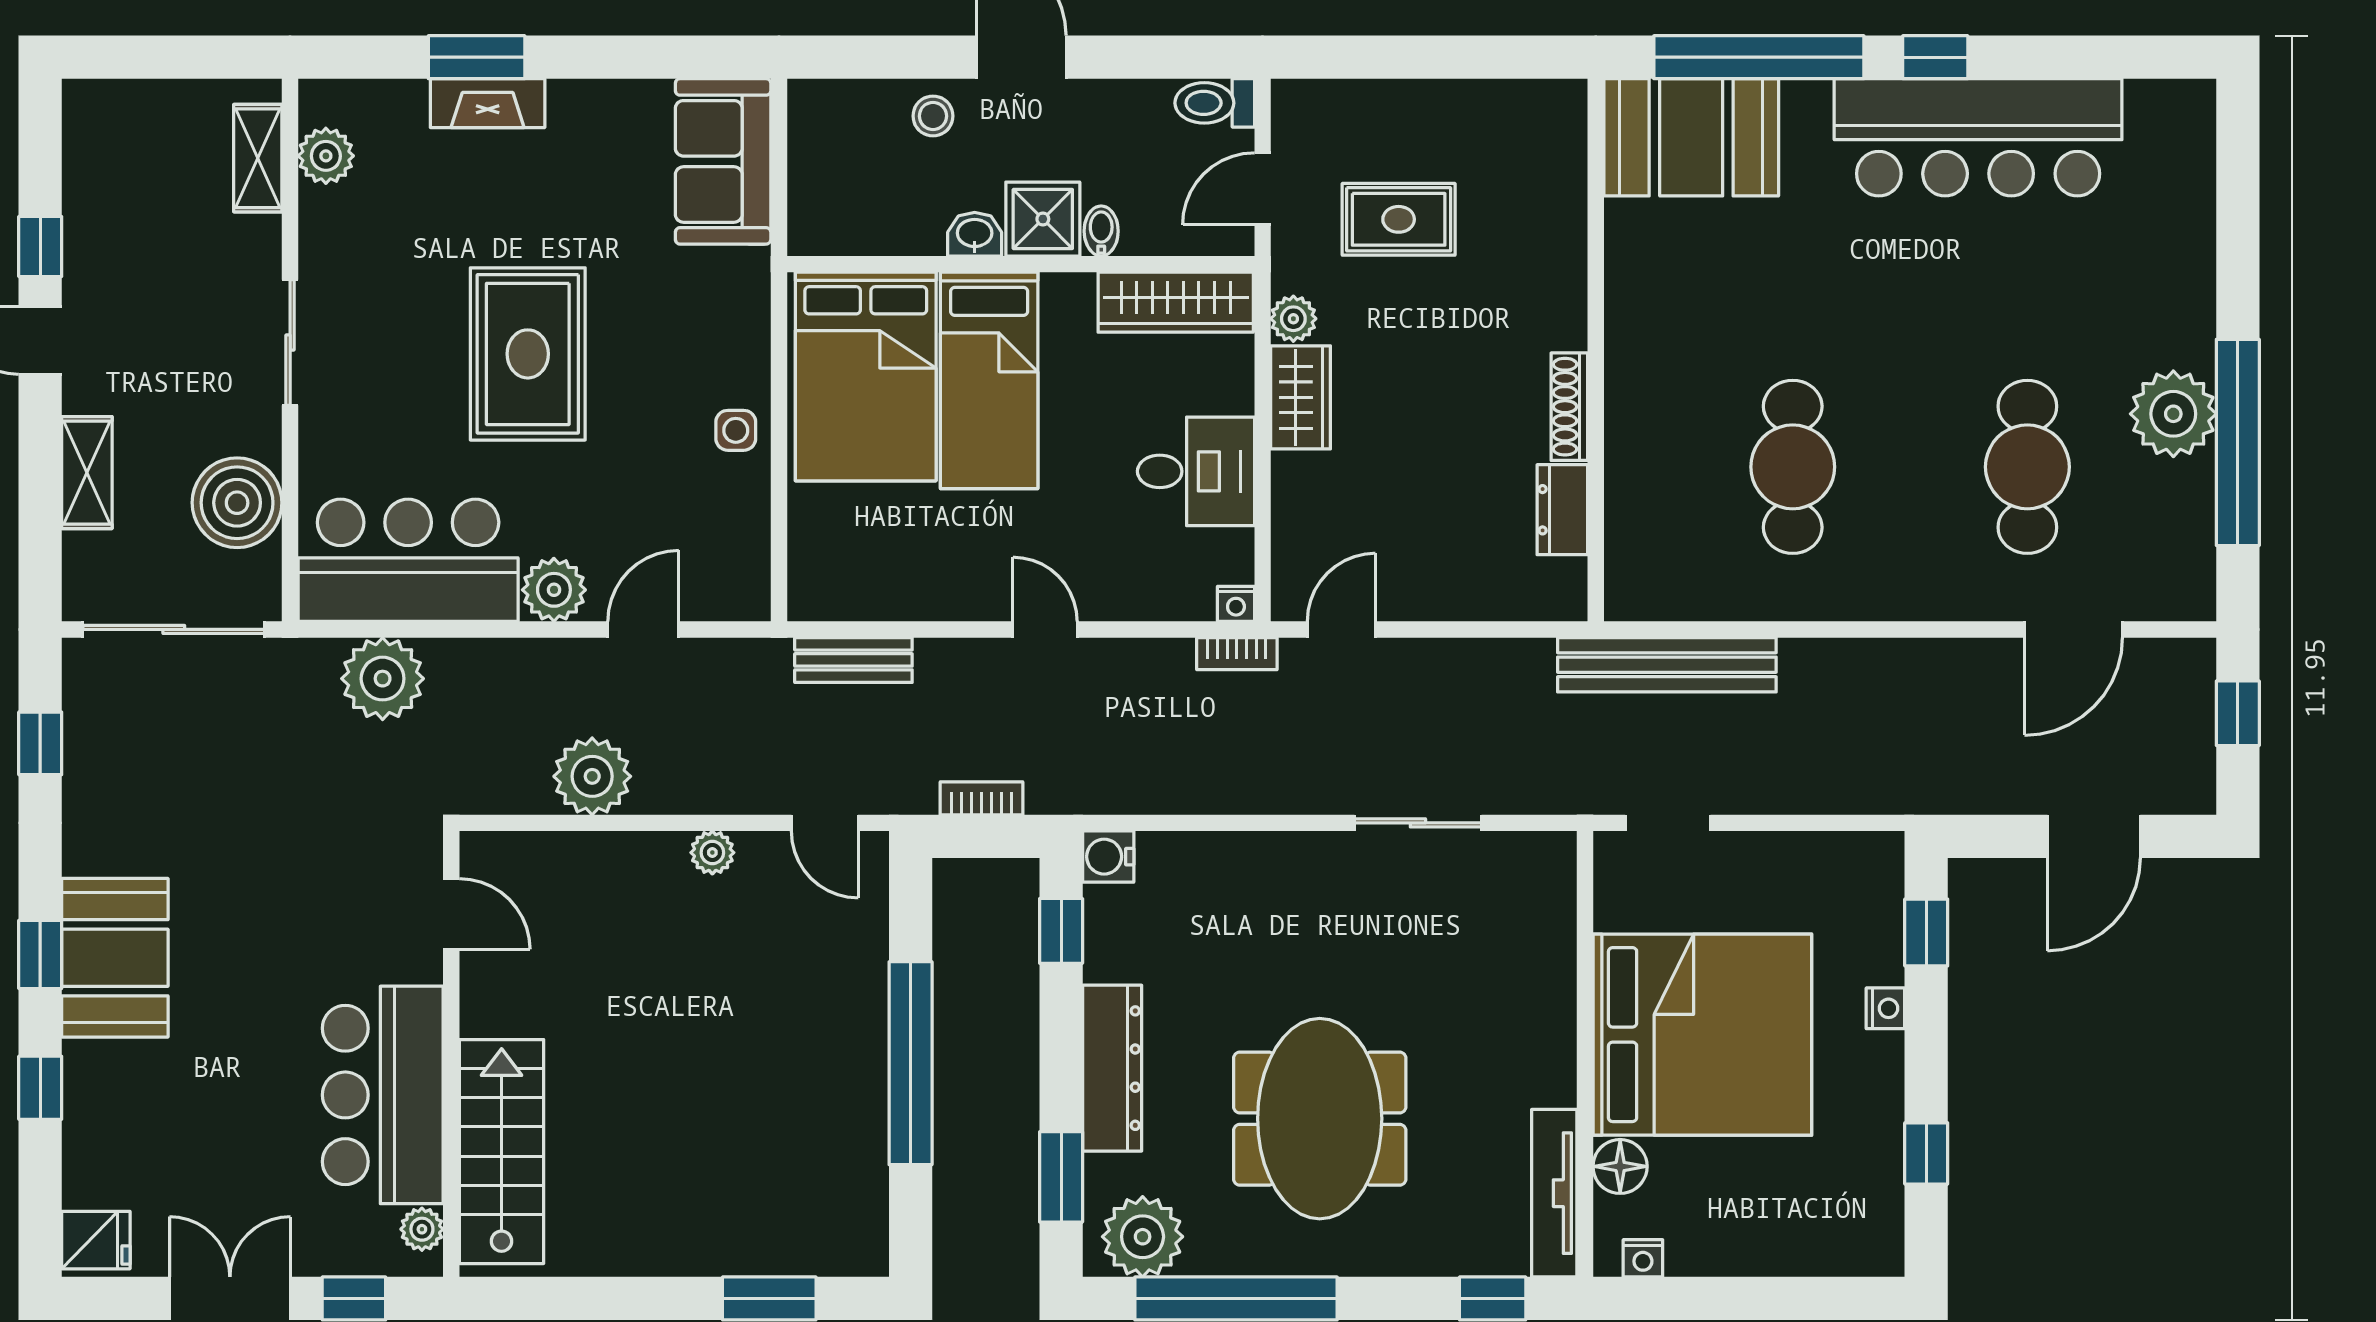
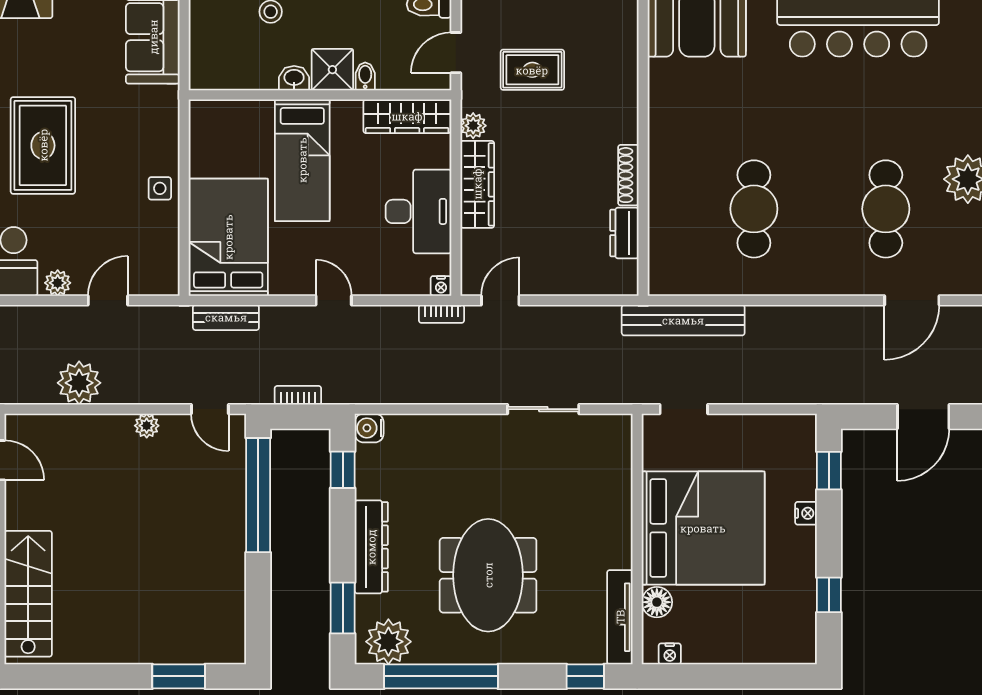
bed: (866, 376) -> (228, 237), moved, turned 180
wardrobe: (1301, 397) -> (477, 184), width x1.50
desk: (1196, 471) -> (418, 211), width x1.37
plant: (554, 590) -> (58, 283), width x0.73, depth x0.73
window: (911, 1063) -> (258, 495), moved

